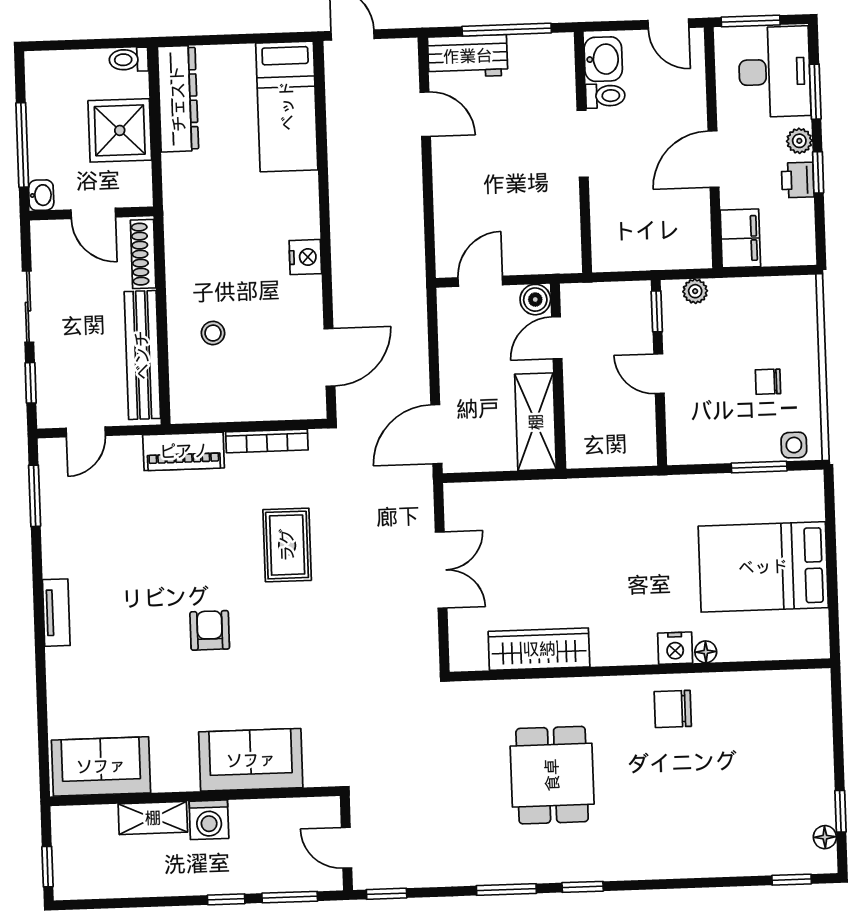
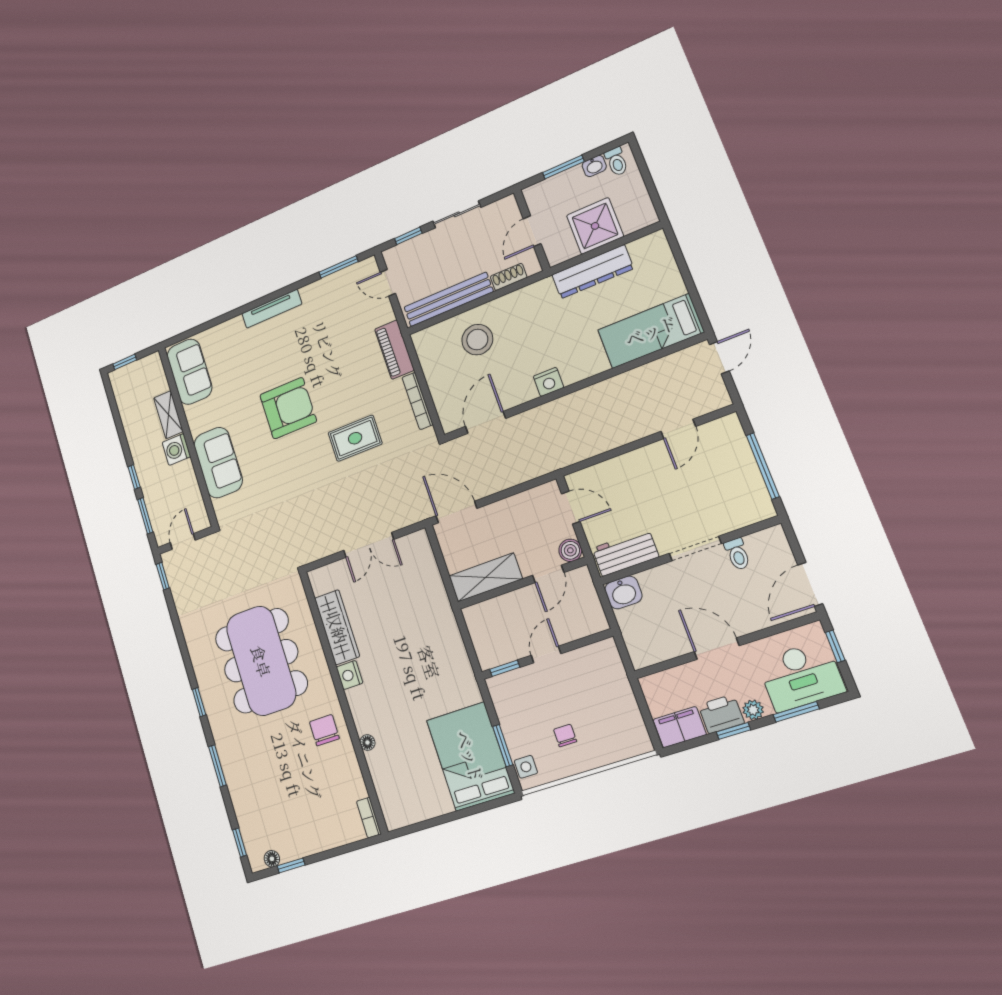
window: (751, 21) -> (835, 646), width x0.67
door: (668, 24) -> (810, 584), width x1.38
workbench: (468, 56) -> (625, 553), moved, turned 90
washbasin: (603, 59) -> (623, 592), moved
toilet: (129, 60) -> (616, 161), moved, turned 180
dresser: (178, 99) -> (593, 272), moved
window: (22, 145) -> (563, 167), width x0.69
printer: (798, 180) -> (721, 714), width x1.36, depth x1.24
washbasin: (41, 195) -> (594, 166), moved
filing cabinet: (740, 238) -> (680, 727), moved, turned 180
shoe rack: (143, 254) -> (509, 277), width x0.70
plant: (695, 291) -> (613, 663), removed
window: (657, 311) -> (505, 668), moved
stool: (213, 333) -> (477, 340), width x1.89, depth x1.89
door: (557, 338) -> (548, 574), swing flipped
door: (329, 357) -> (485, 422), swing flipped
bed: (763, 567) -> (470, 756), moved
tv unit: (56, 613) -> (272, 309), width x1.41
armchair: (210, 630) -> (288, 408), width x1.88, depth x1.88
nightstand: (675, 648) -> (349, 675), moved
bookcase: (805, 680) -> (369, 818), added
dining table: (552, 775) -> (261, 661), width x1.88, depth x1.24
window: (506, 890) -> (217, 766), moved

